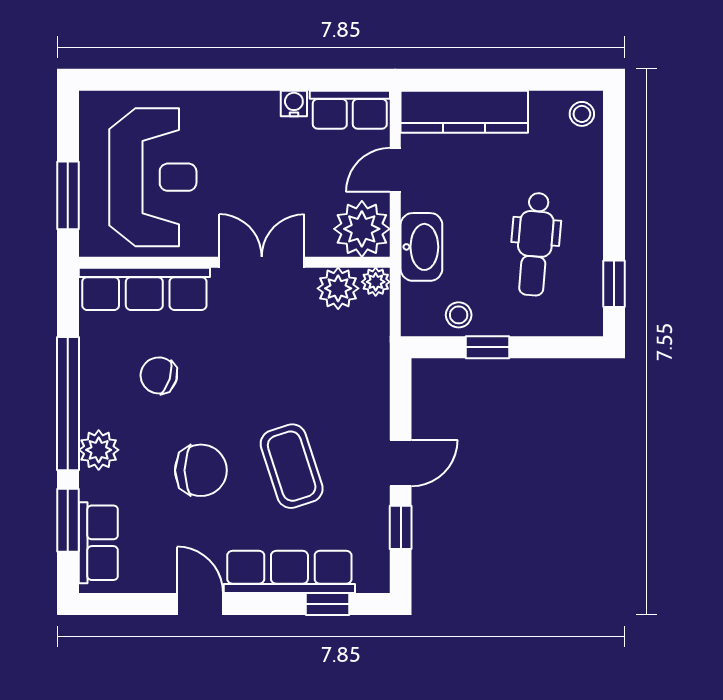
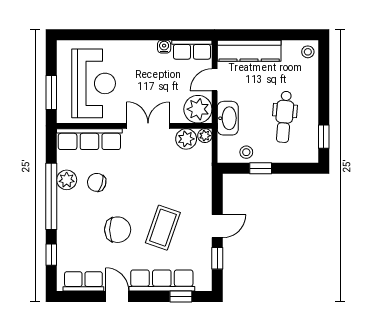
plant: (99, 450) -> (67, 180), moved
coffee table: (292, 466) -> (163, 228), turned 37
window: (68, 520) -> (51, 255), width x0.67
row of seats: (98, 543) -> (83, 281), moved, turned -90

